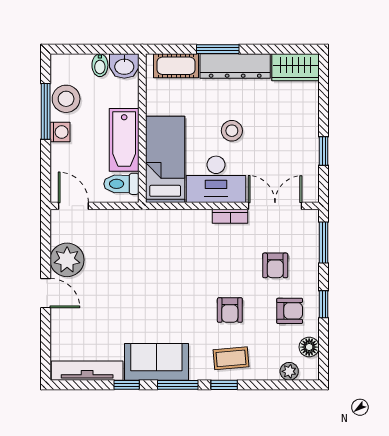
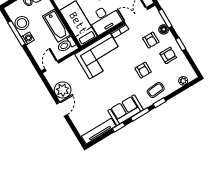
door: (73, 206) -> (52, 66), hinge flipped
corner sofa: (168, 239) -> (100, 56), added
door: (46, 293) -> (62, 109), hinge flipped
floor lamp: (309, 347) -> (164, 29), moved

